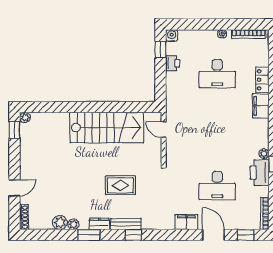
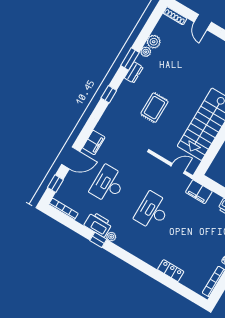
desk: (217, 74) -> (153, 211), moved
filing cabinet: (261, 106) -> (199, 192), moved, turned 180
bench: (126, 224) -> (121, 93), removed

